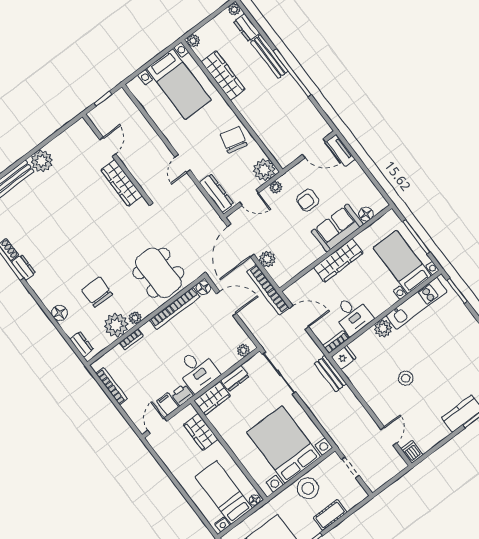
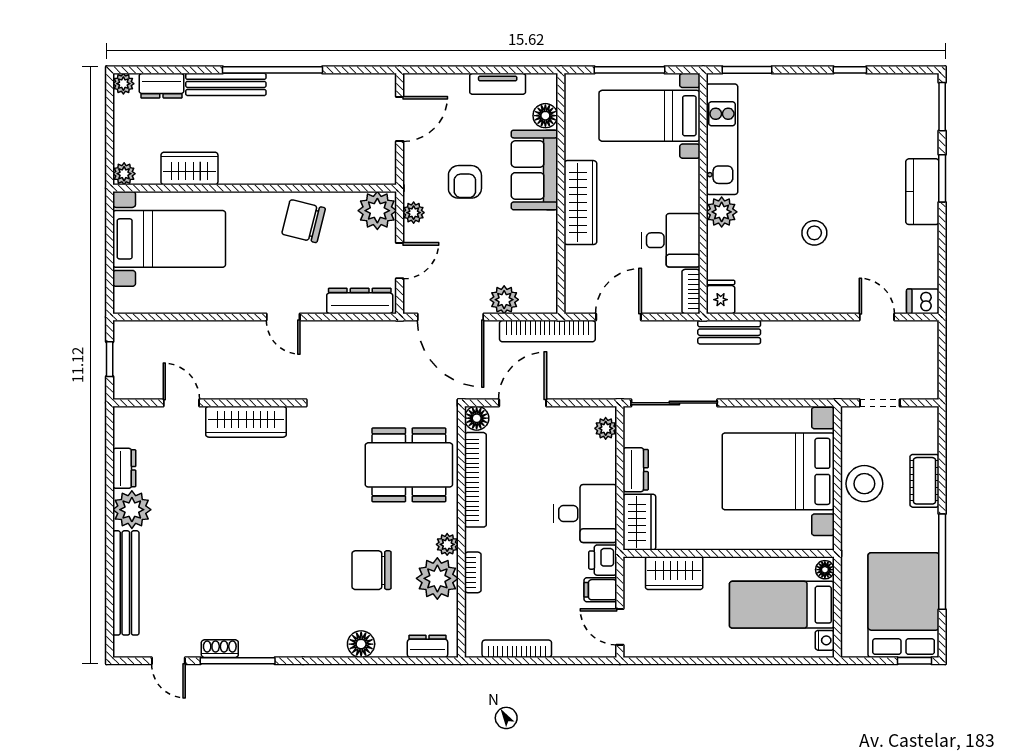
wardrobe: (223, 76) -> (189, 168), width x0.67
tv unit: (341, 150) -> (498, 84), moved
dresser: (24, 268) -> (124, 468), moved, turned 90

